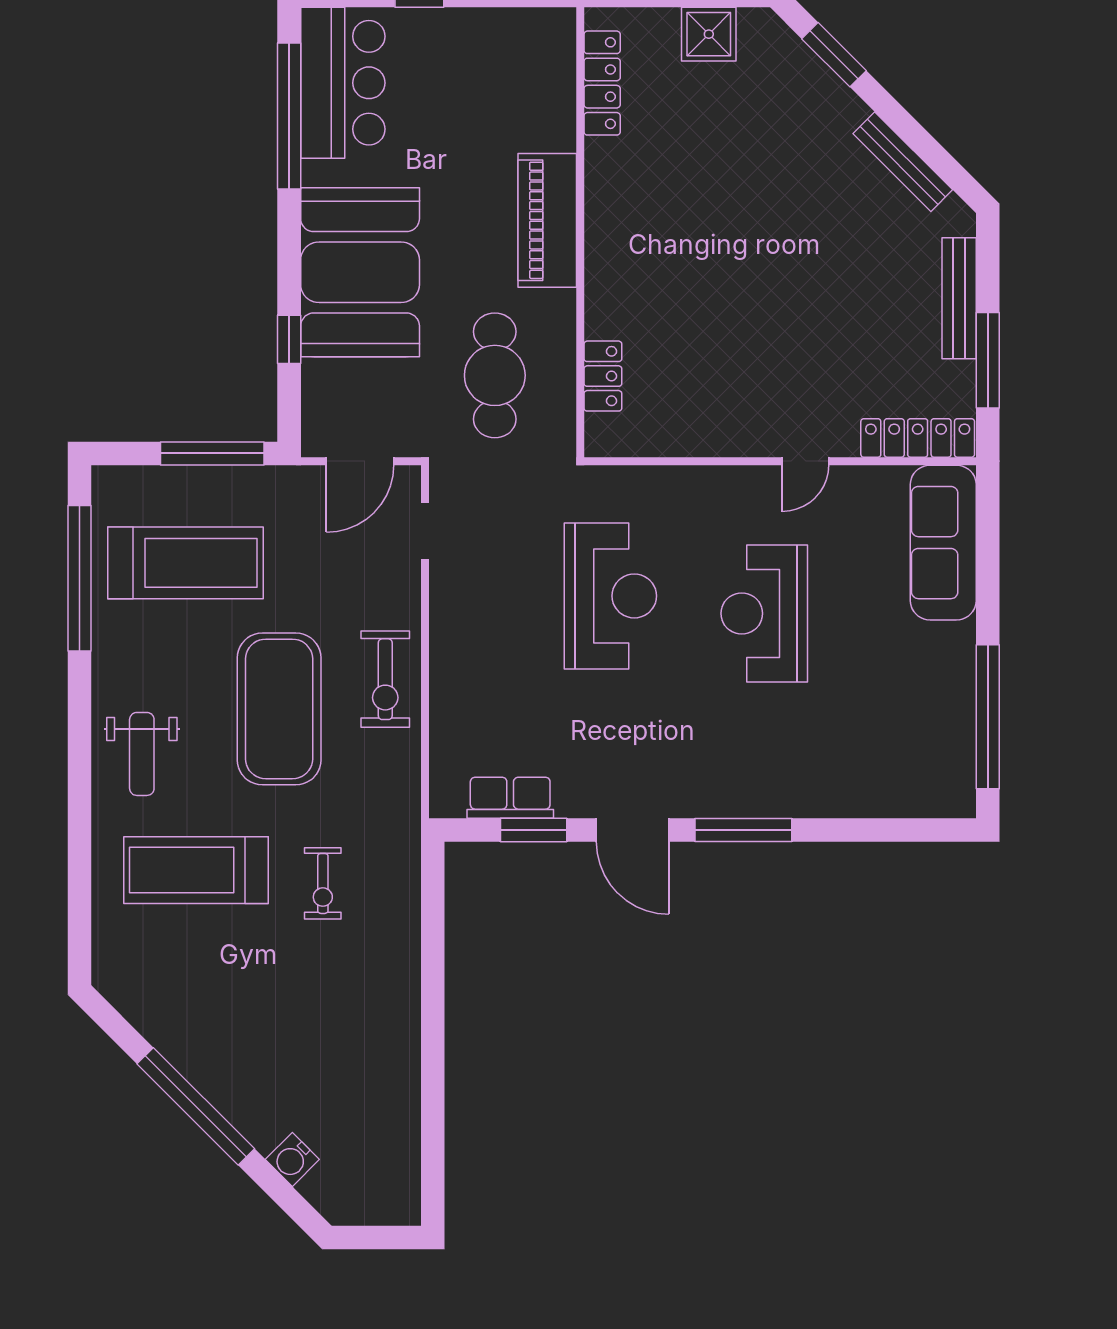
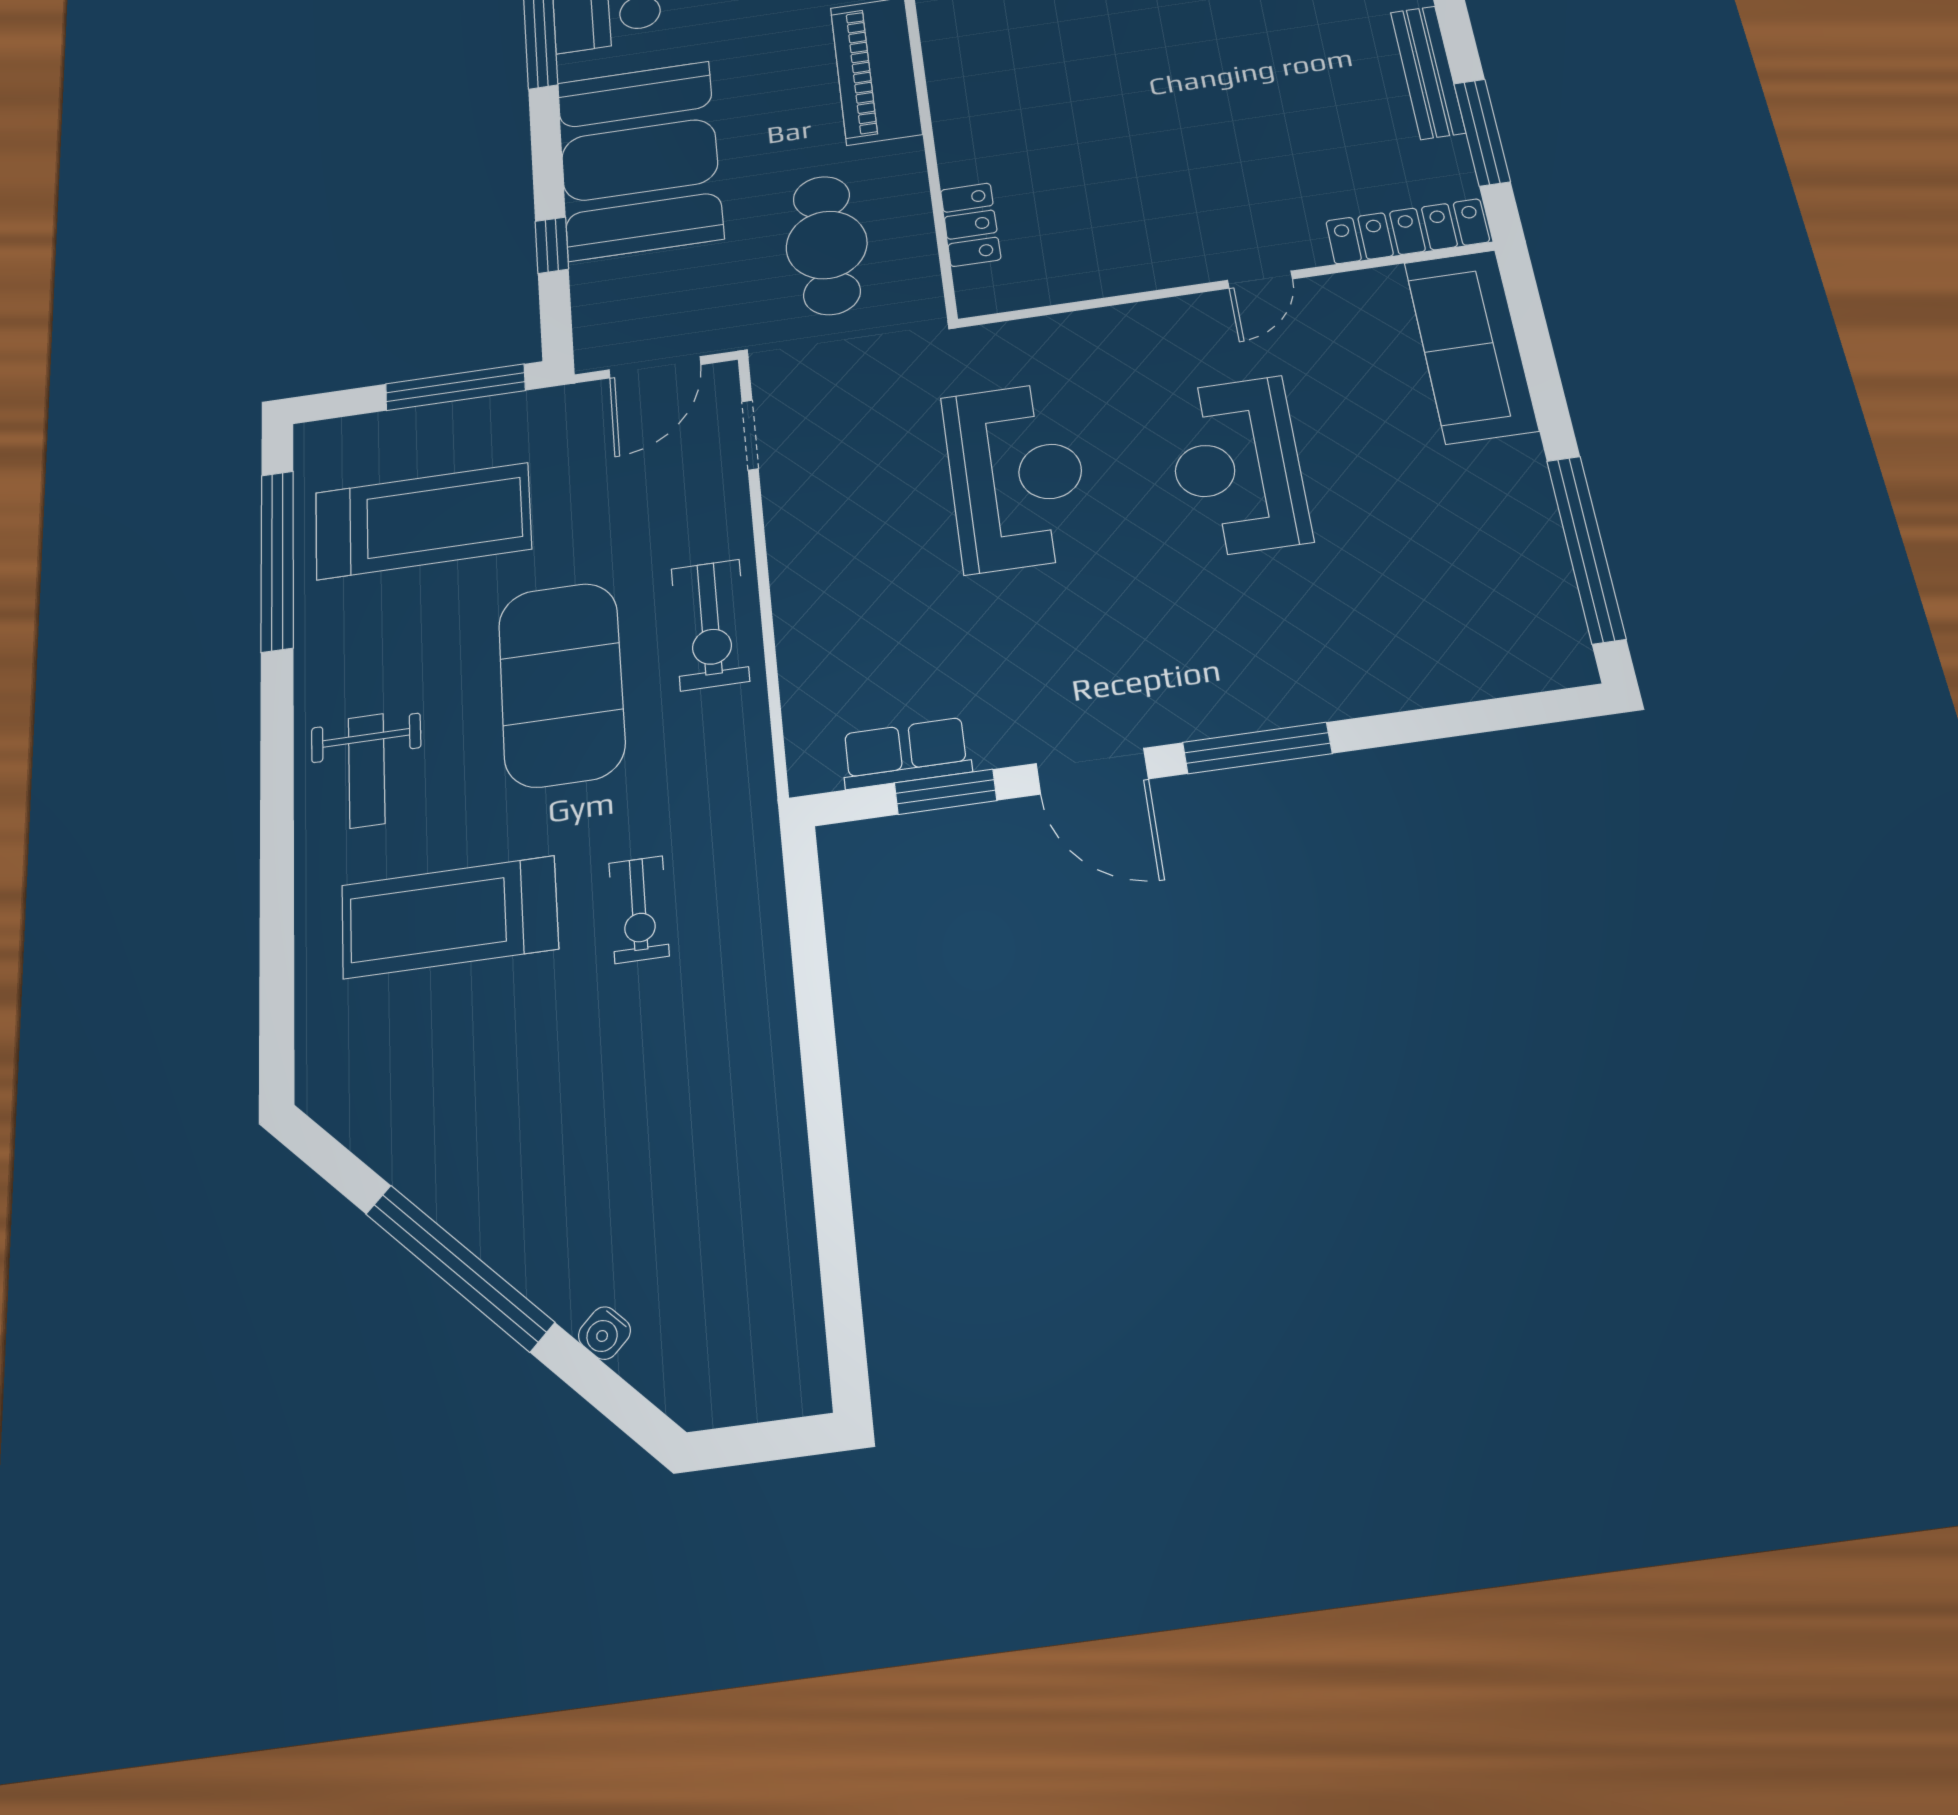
water cooler: (292, 1159) -> (604, 1333), width x0.72, depth x0.72

